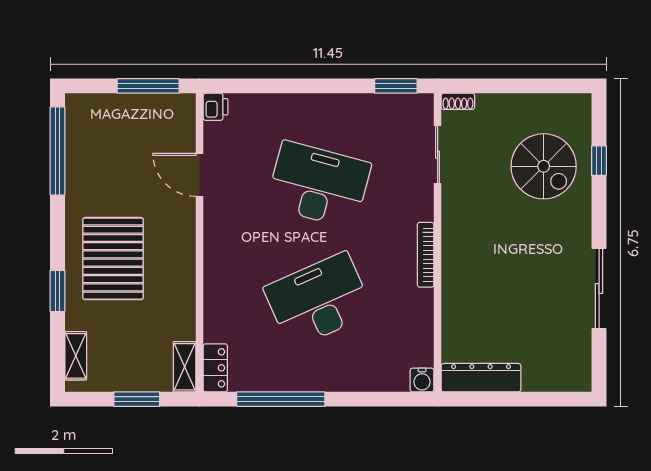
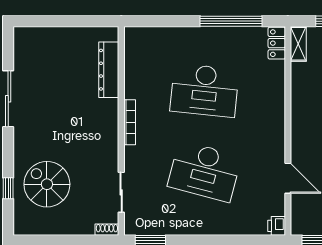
desk: (319, 300) -> (205, 90), turned 30
dresser: (481, 378) -> (109, 70), moved, turned 90
water cooler: (422, 380) -> (132, 35), removed

